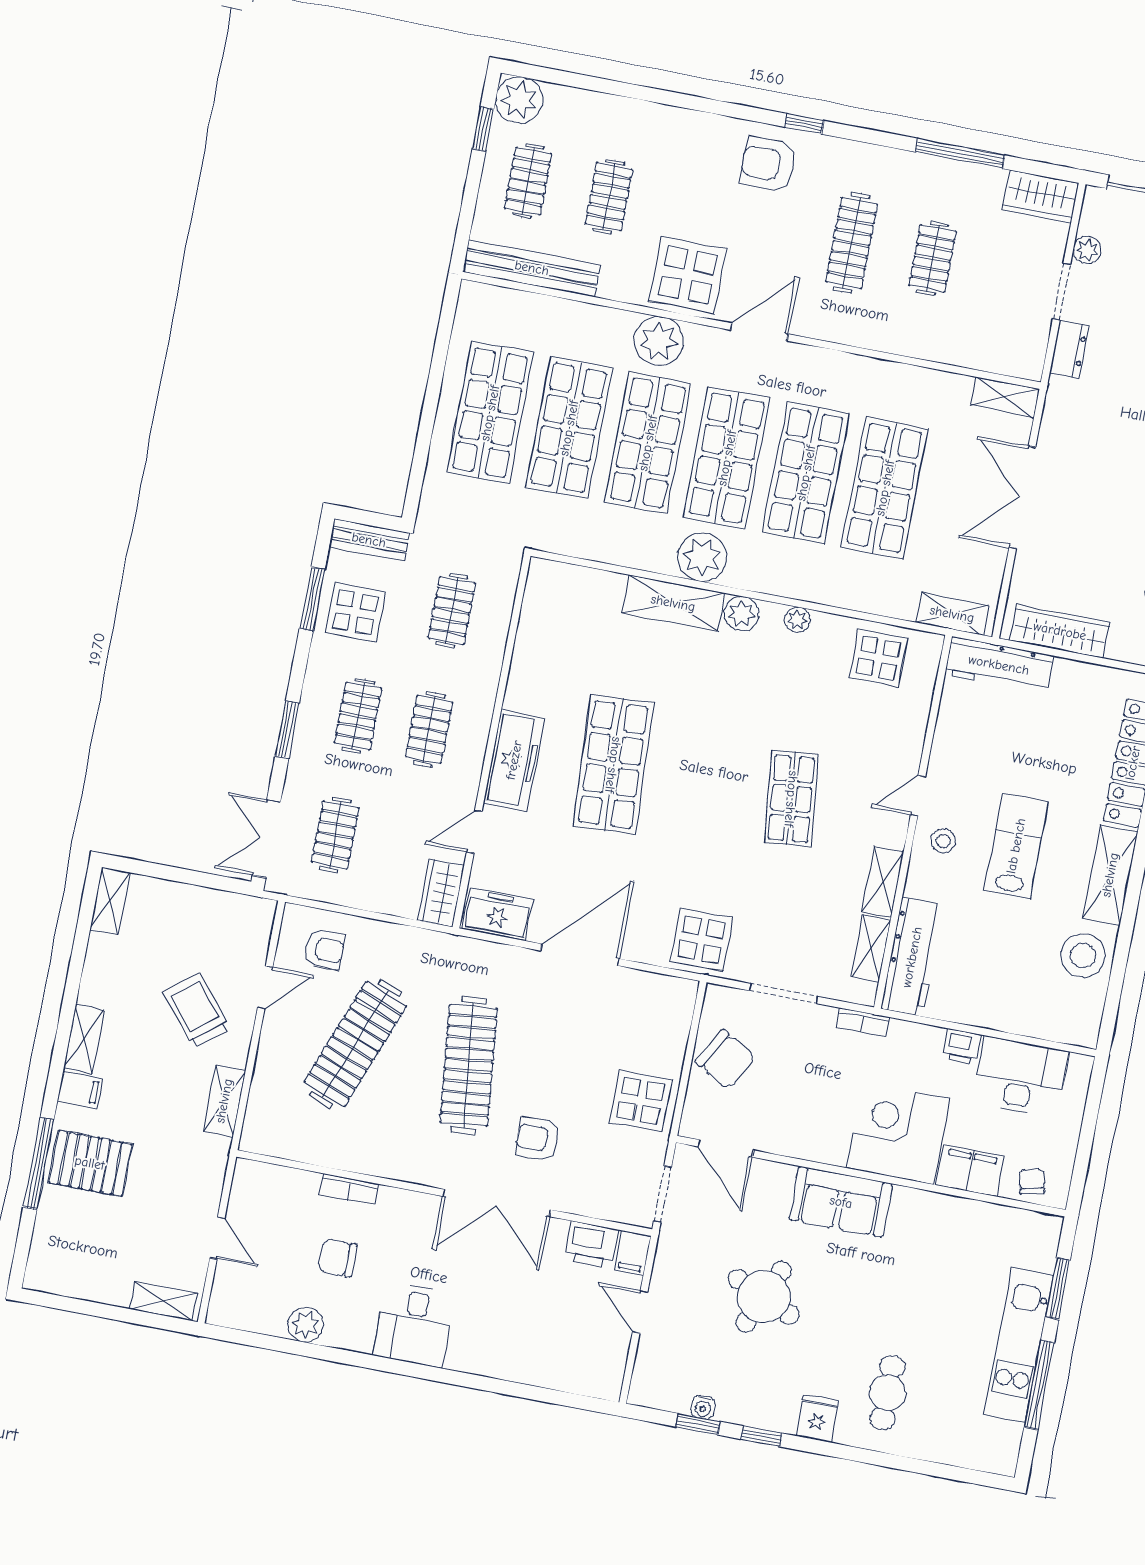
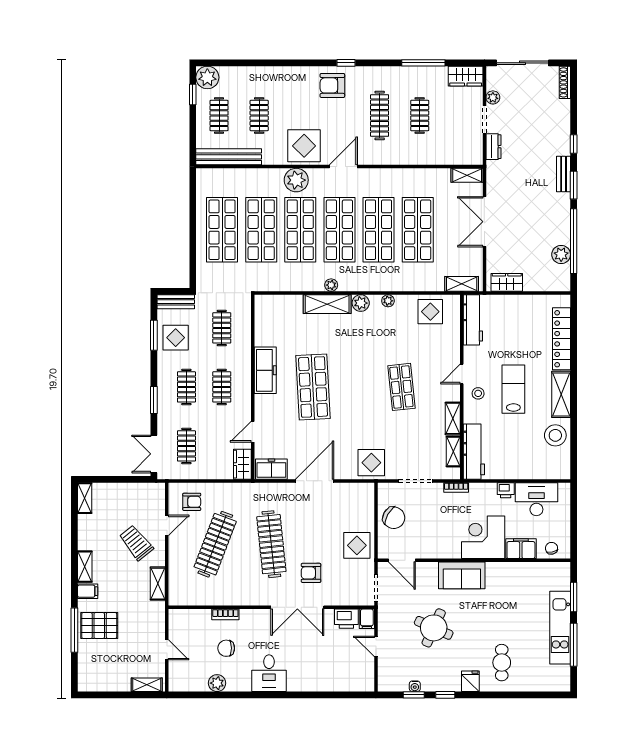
plant: (702, 557) -> (331, 285), width x0.53, depth x0.53
wardrobe: (1060, 631) -> (507, 282), width x0.67
workbench: (999, 665) -> (473, 320), moved, turned -90
freezer: (514, 760) -> (265, 370), moved

